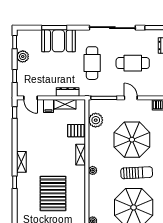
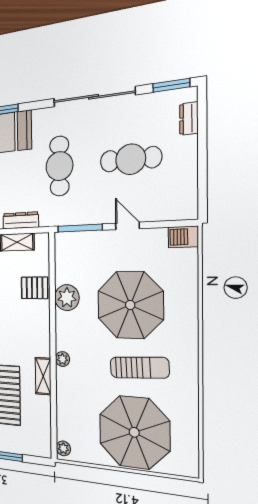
plant: (96, 120) -> (67, 298), moved
shelving: (81, 155) -> (43, 376), moved

